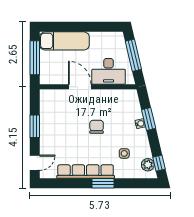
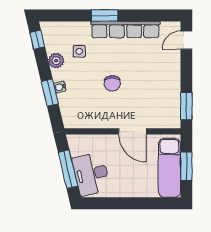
exam couch: (64, 41) -> (169, 168), moved, turned -90
window: (35, 58) -> (186, 166), width x0.69
desk: (109, 71) -> (91, 174), moved, turned -103
window: (35, 126) -> (186, 106), moved
plant: (148, 165) -> (56, 61), moved

